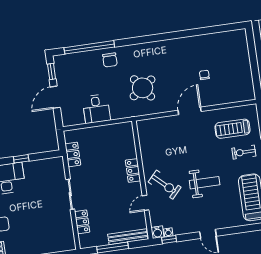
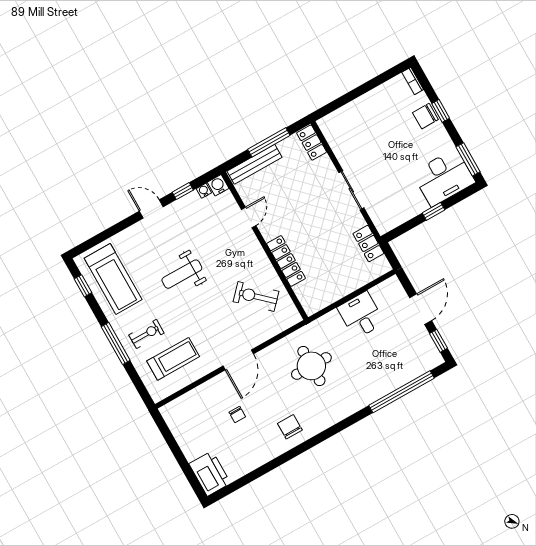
printer: (238, 43) -> (210, 473), added
chair: (110, 60) -> (290, 427), moved
round table: (143, 88) -> (311, 366), turned 36
locker: (133, 170) -> (286, 261), width x1.53
exercise bike: (165, 185) -> (256, 296), moved
locker: (82, 222) -> (312, 143), moved
window: (169, 239) -> (183, 191), moved

